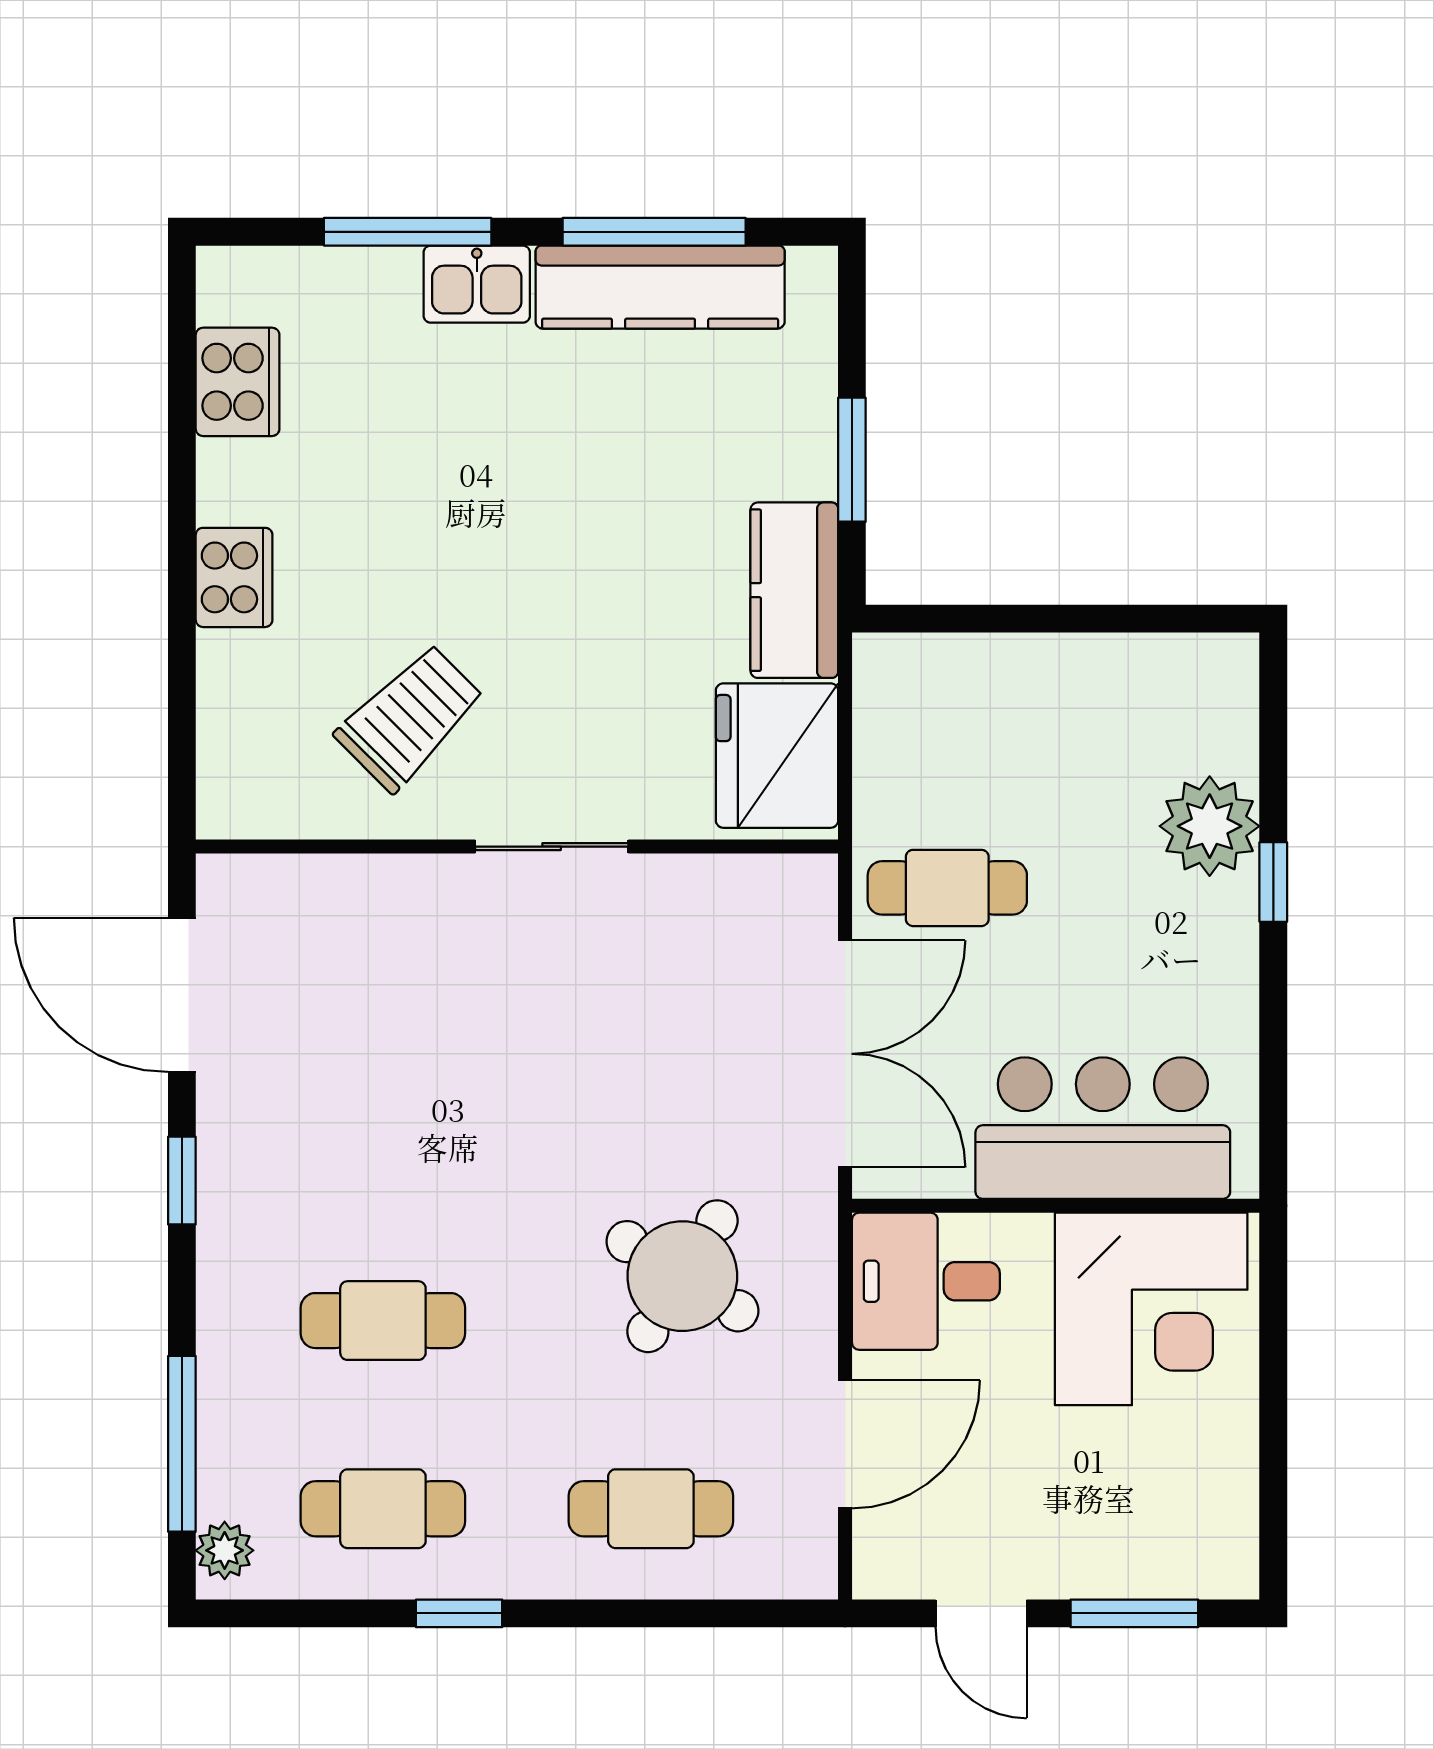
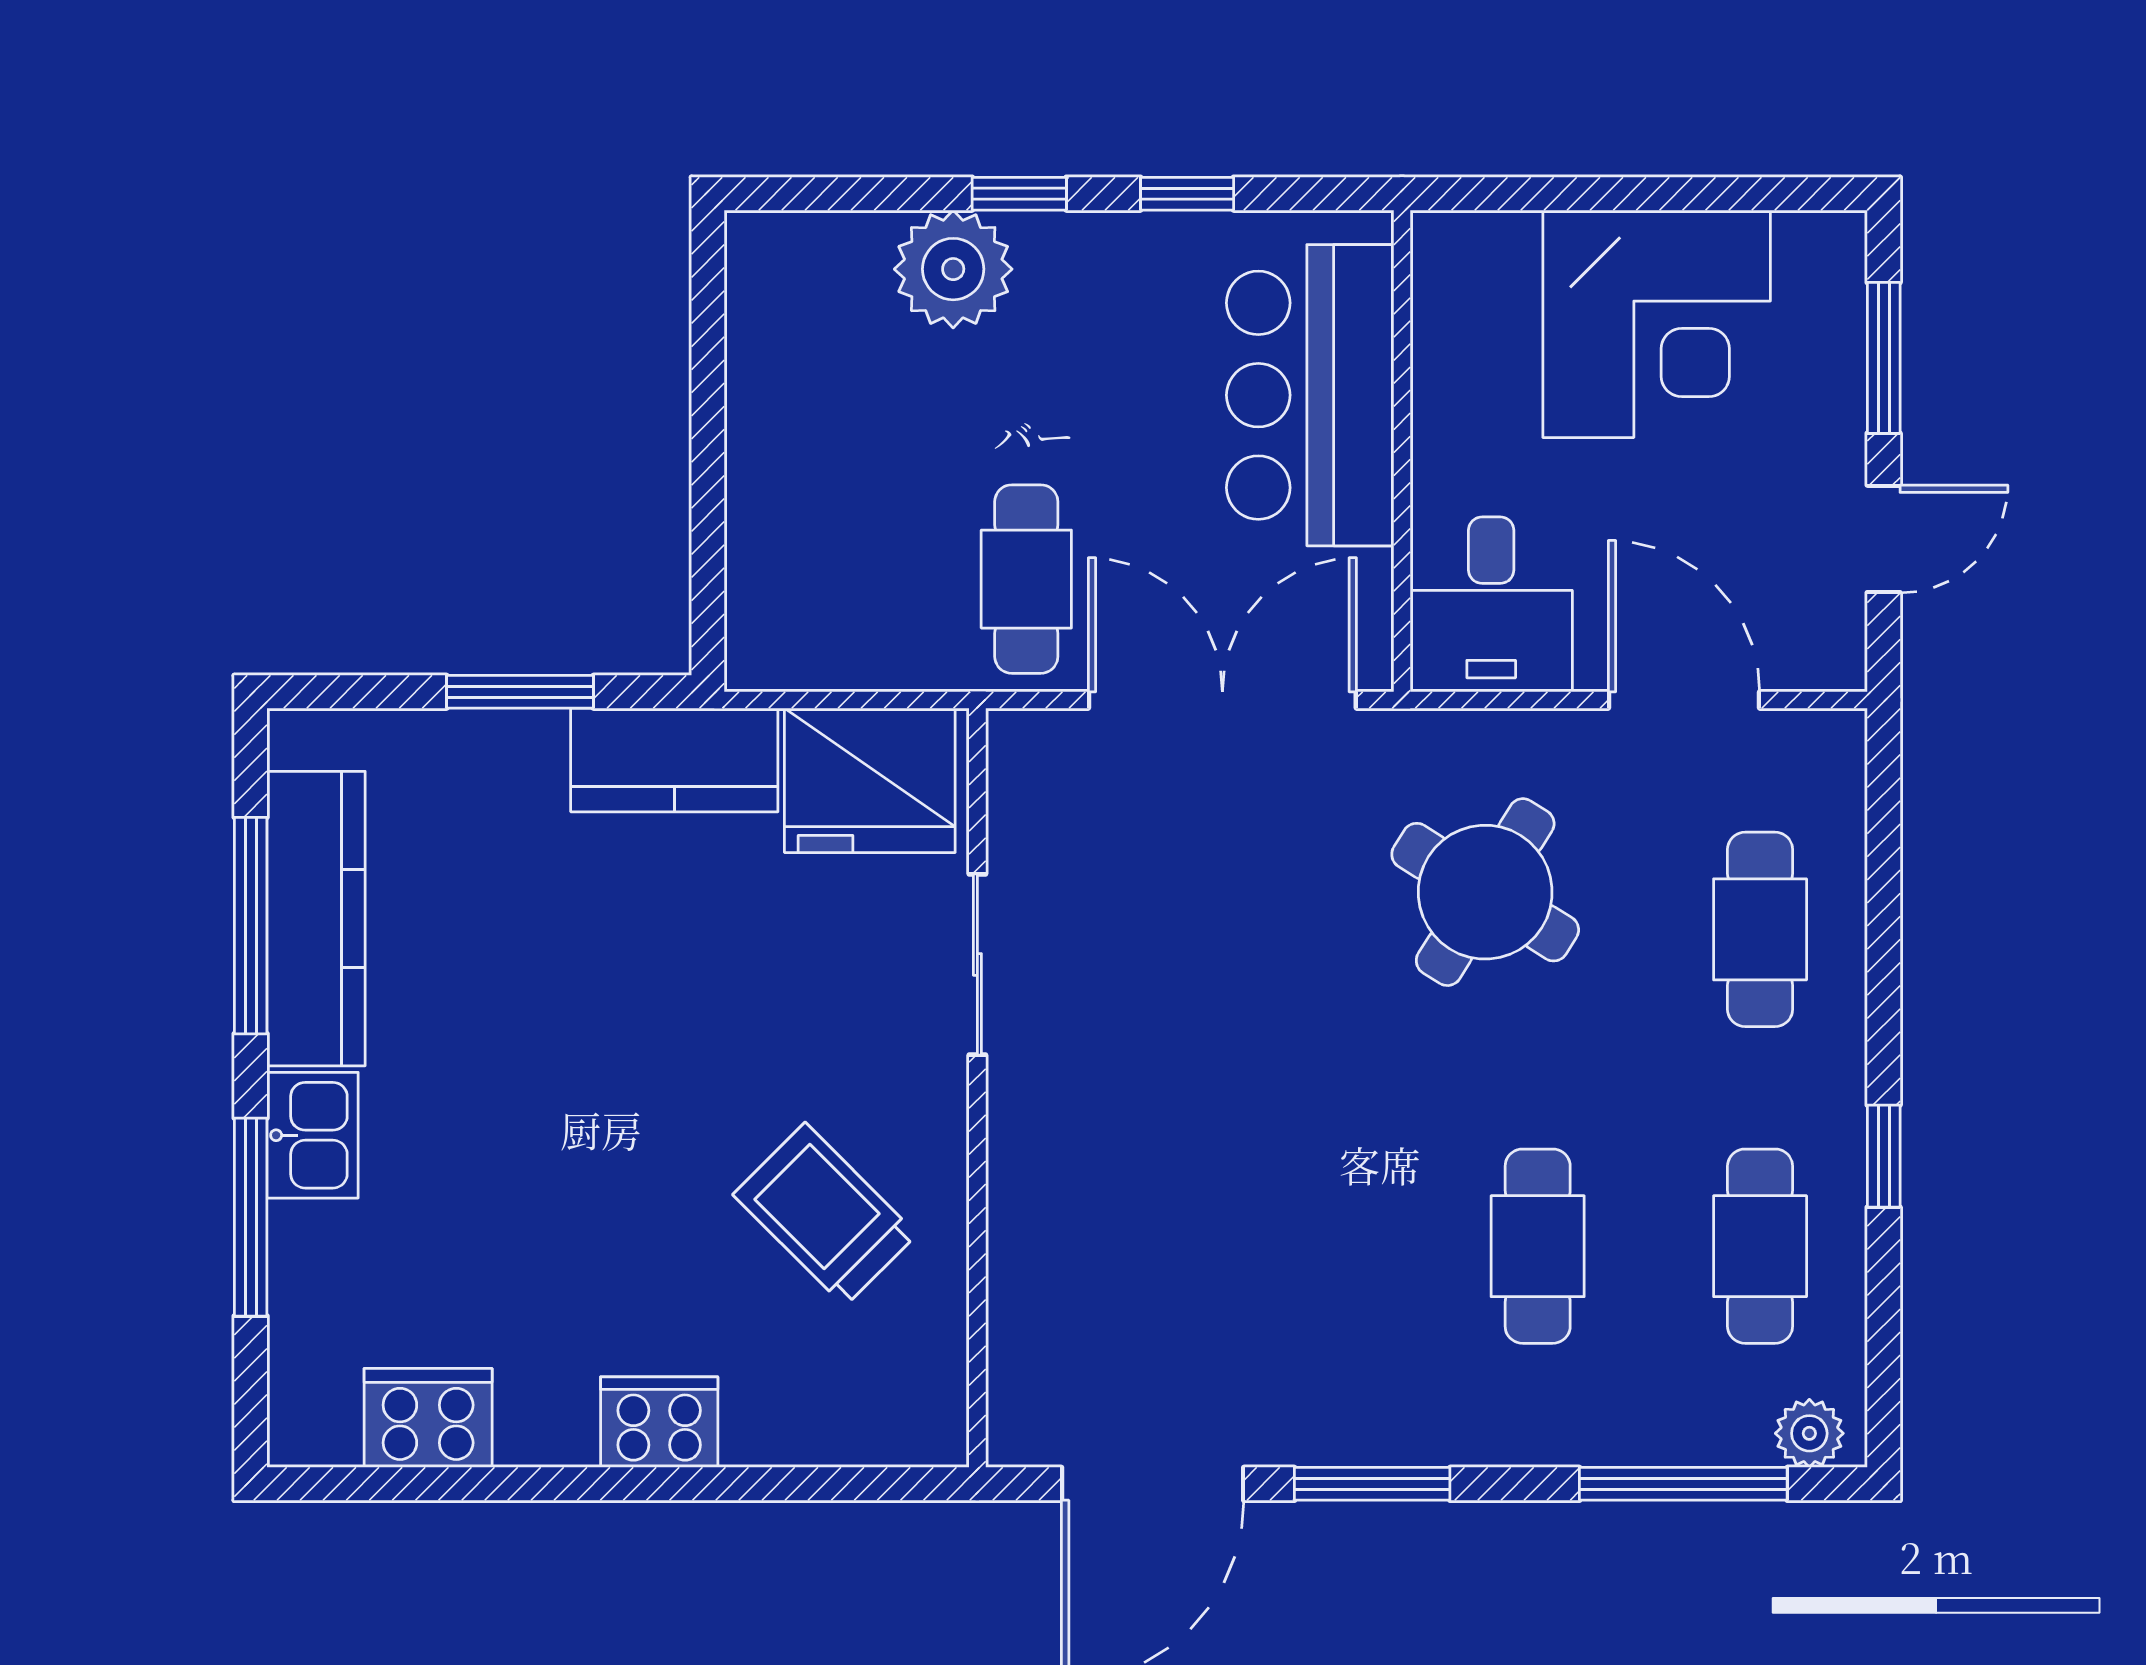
sliding door: (552, 847) -> (977, 964), moved
window: (1273, 1024) -> (1187, 194), added
window: (182, 1181) -> (1372, 1484), width x1.50
corner desk: (1151, 1309) -> (1657, 324), moved, turned 90

